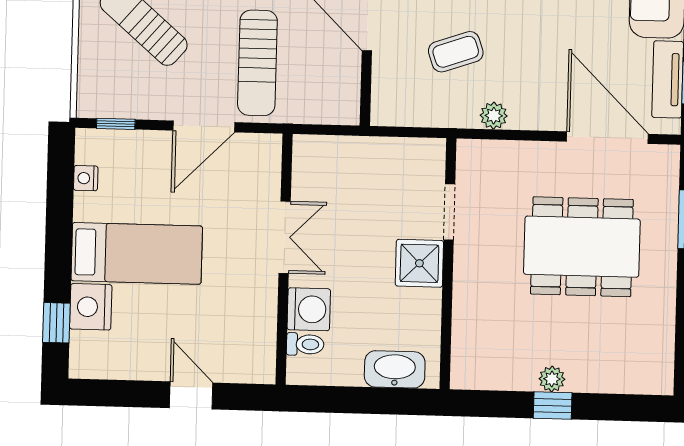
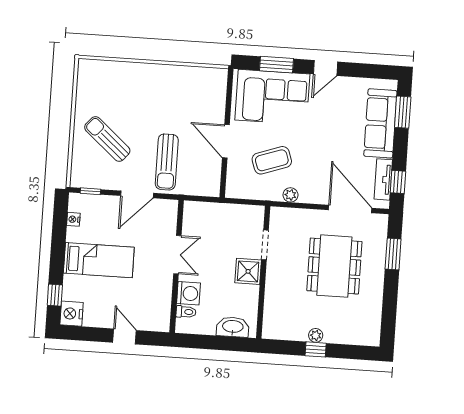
coffee table: (456, 52) -> (272, 160), width x1.36, depth x1.30
dining table: (582, 247) -> (334, 266), turned 90
nightstand: (91, 307) -> (72, 314), moved

